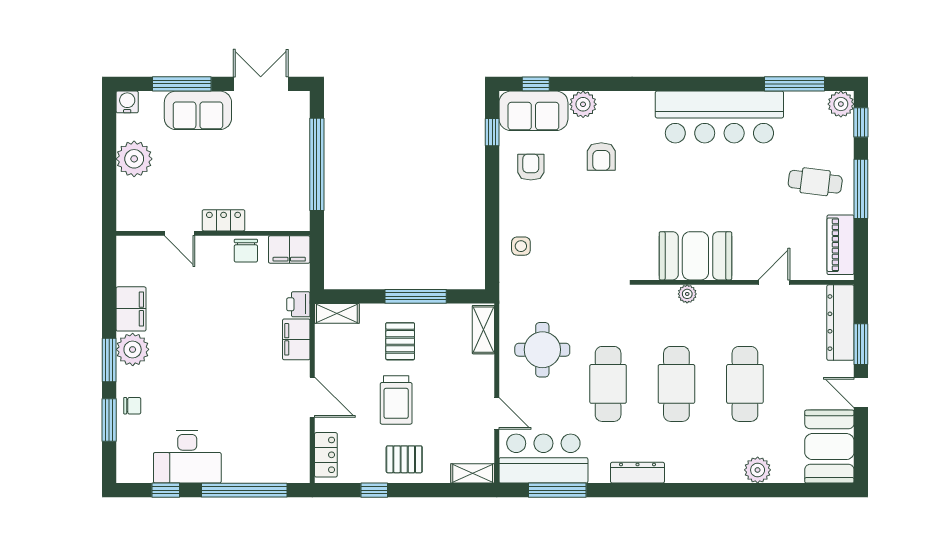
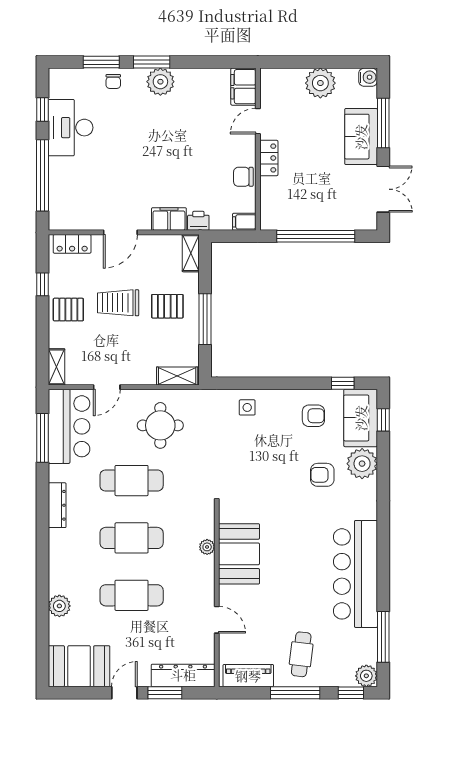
plant: (583, 104) -> (362, 464), width x1.36, depth x1.36
filing cabinet: (289, 250) -> (244, 222), width x0.50
filing cabinet: (131, 309) -> (243, 87), moved, turned 90
pallet: (404, 459) -> (68, 310), turned 90

